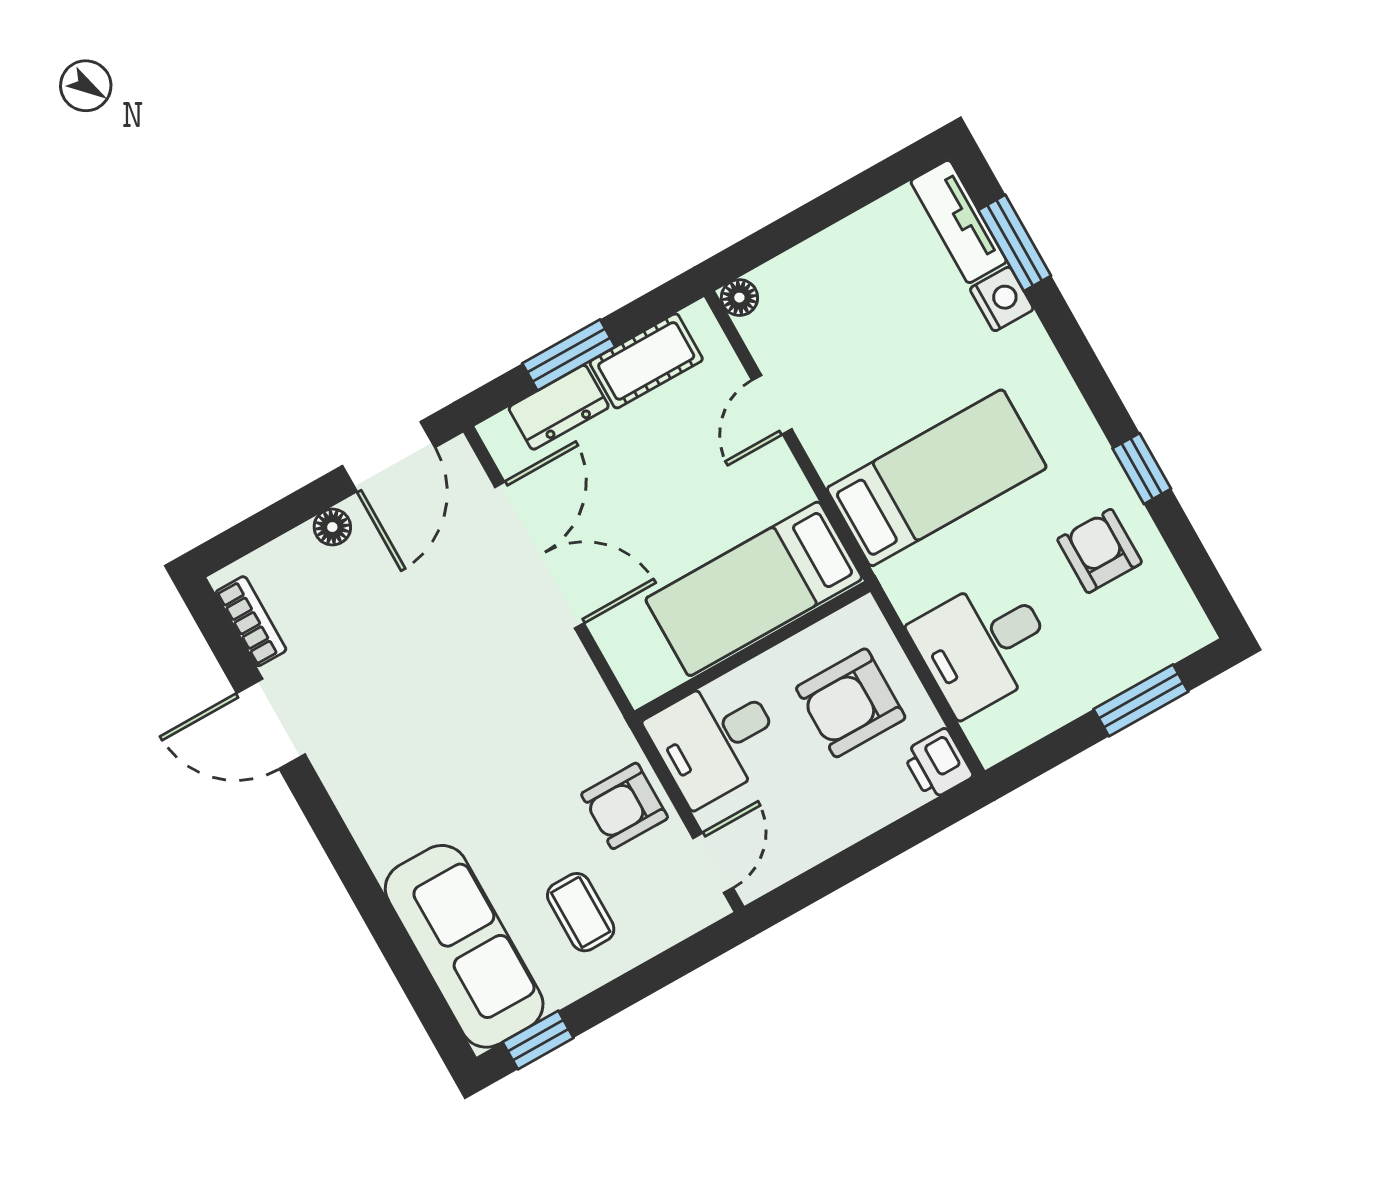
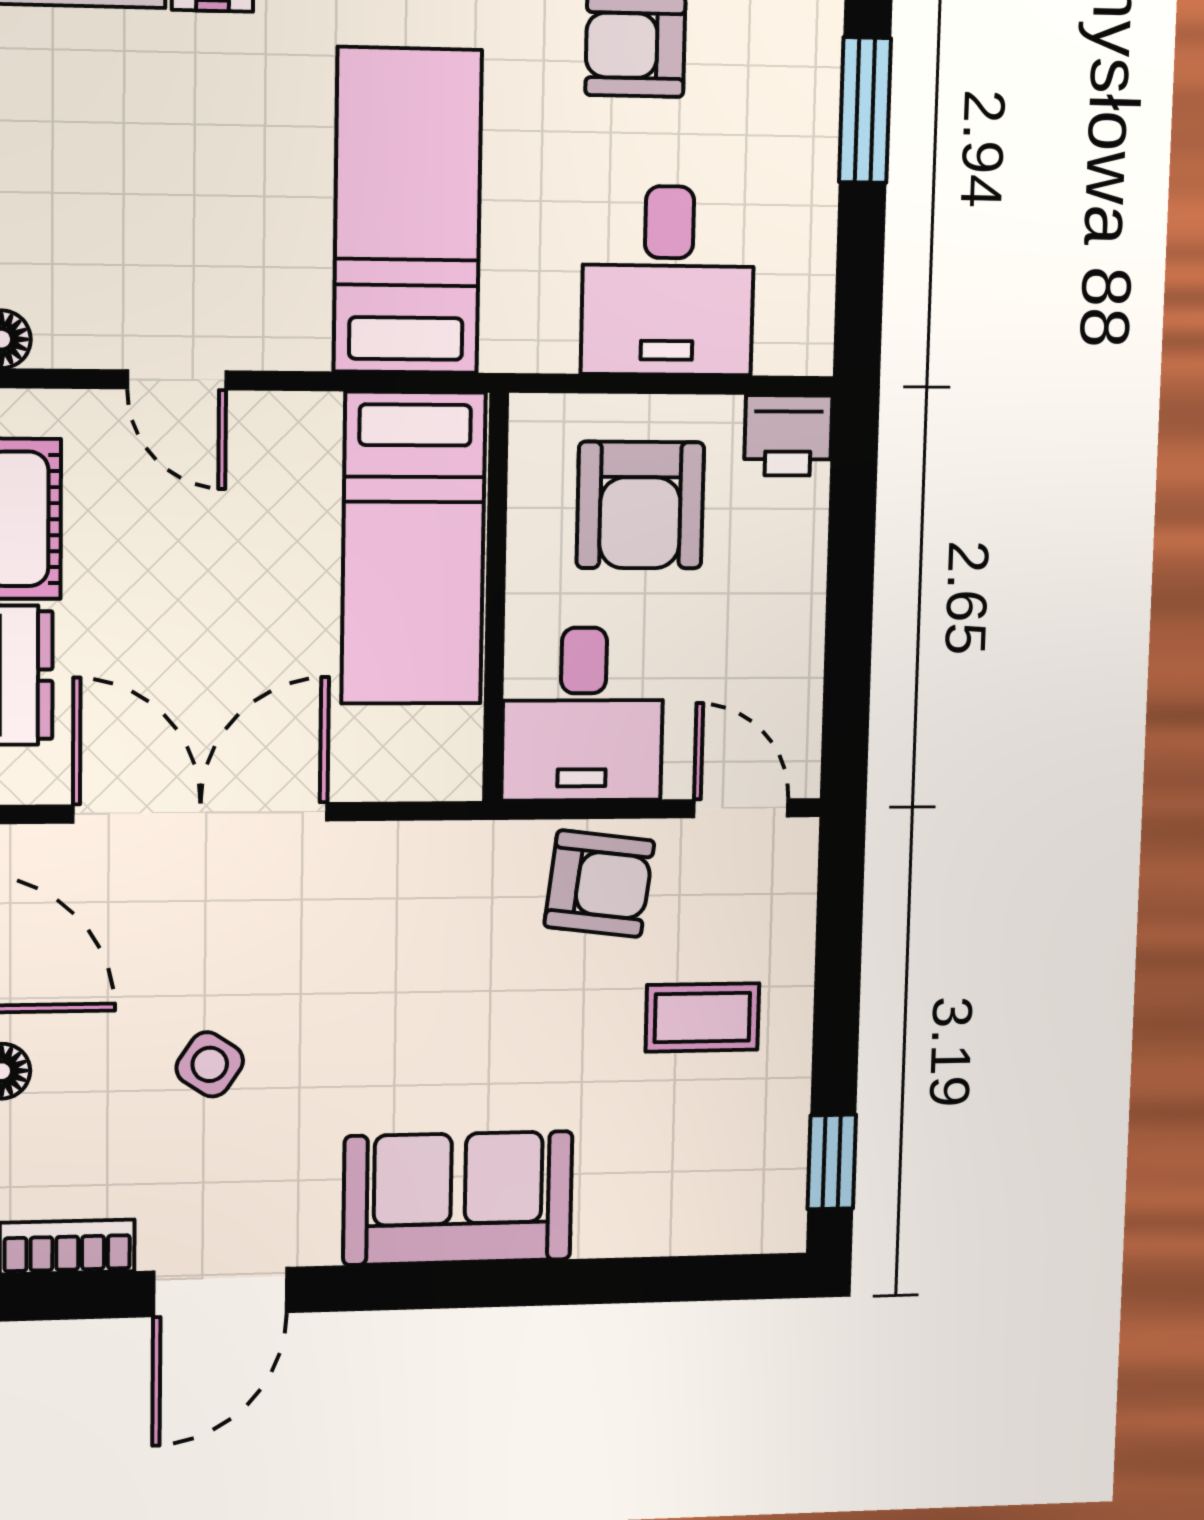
side table: (399, 642) -> (210, 1064), added
armchair: (625, 806) -> (599, 884), turned -83
sofa: (464, 946) -> (458, 1198), moved, width x0.73

